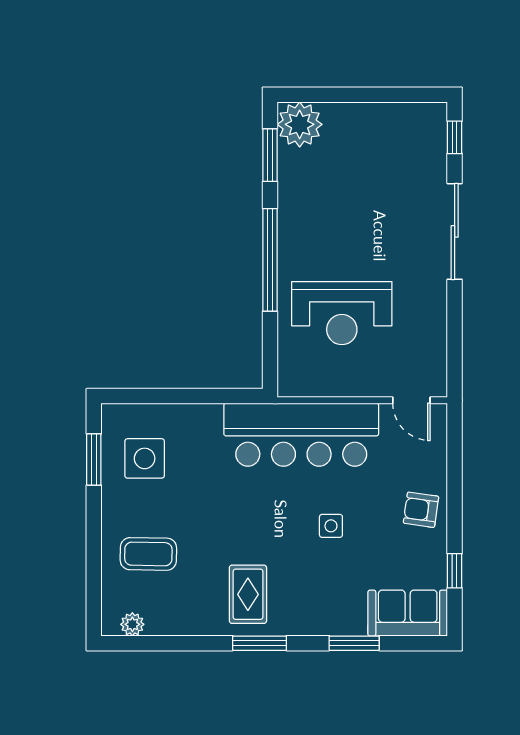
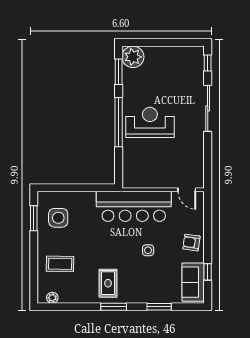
reception desk: (342, 313) -> (150, 122), moved, turned 180
sofa: (408, 613) -> (193, 282), moved, turned -90

